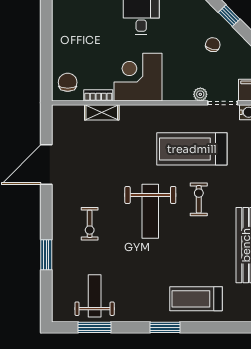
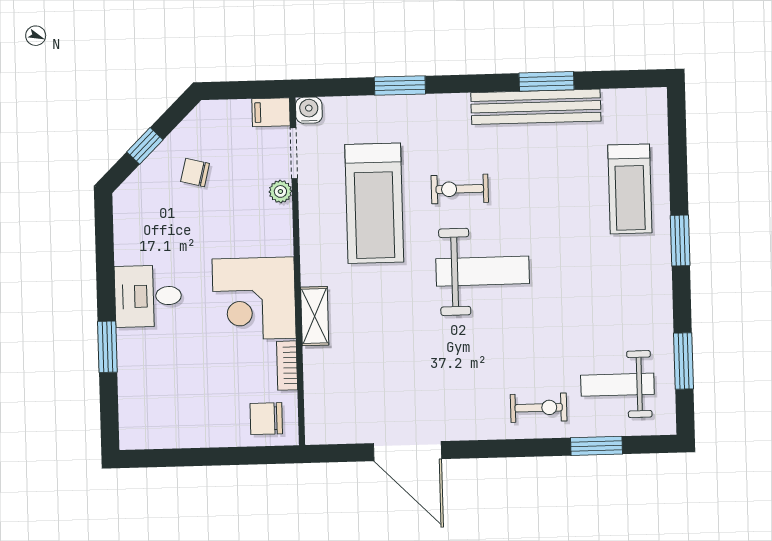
shelving: (102, 112) -> (315, 316), moved
exercise bike: (90, 224) -> (539, 408), moved
window: (46, 255) -> (597, 446), moved
weight bench: (95, 296) -> (617, 385), moved

